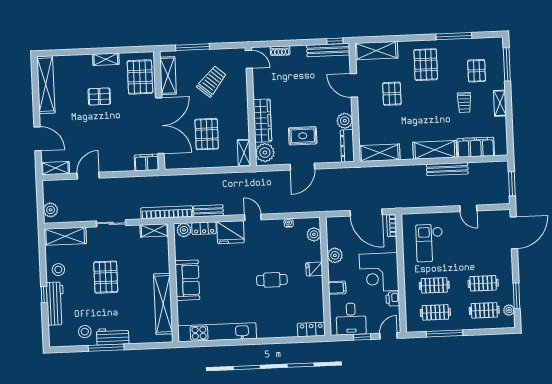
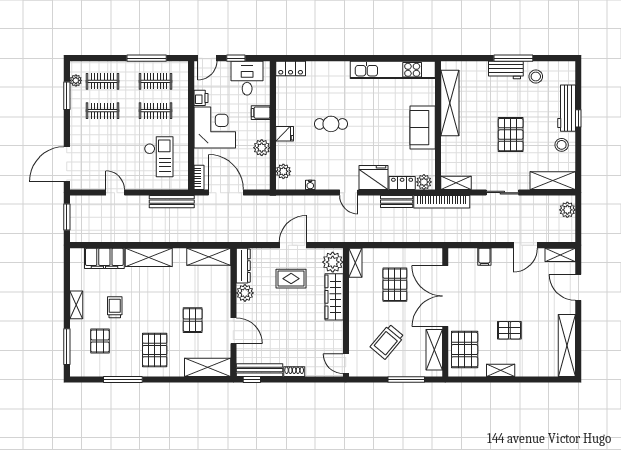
shoe rack: (280, 51) -> (294, 372), moved
filing cabinet: (147, 162) -> (484, 257), moved, width x0.50
bench: (447, 169) -> (172, 202), moved

